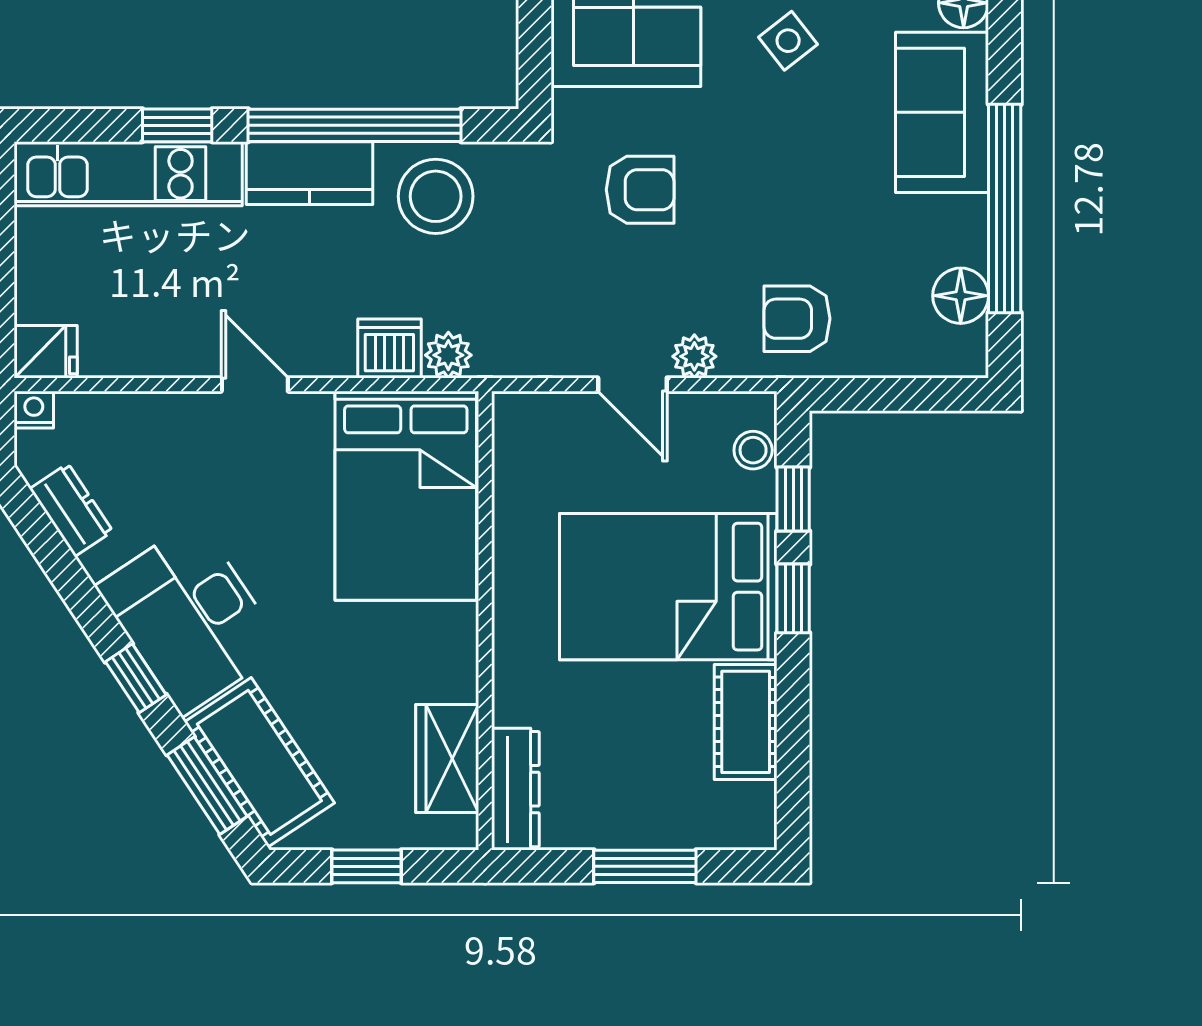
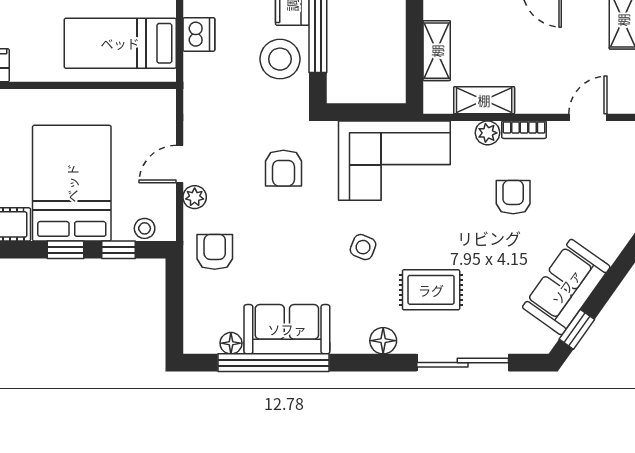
side table: (788, 41) -> (363, 247), turned -30
sofa: (942, 112) -> (287, 329), moved
floor lamp: (961, 296) -> (231, 343), width x0.73, depth x0.73
plant: (448, 355) -> (195, 66), removed
bed: (406, 496) -> (120, 43), width x0.67

